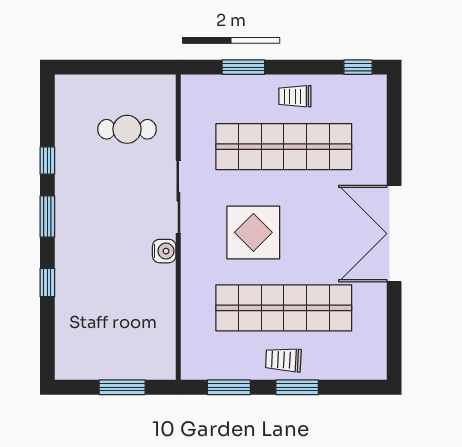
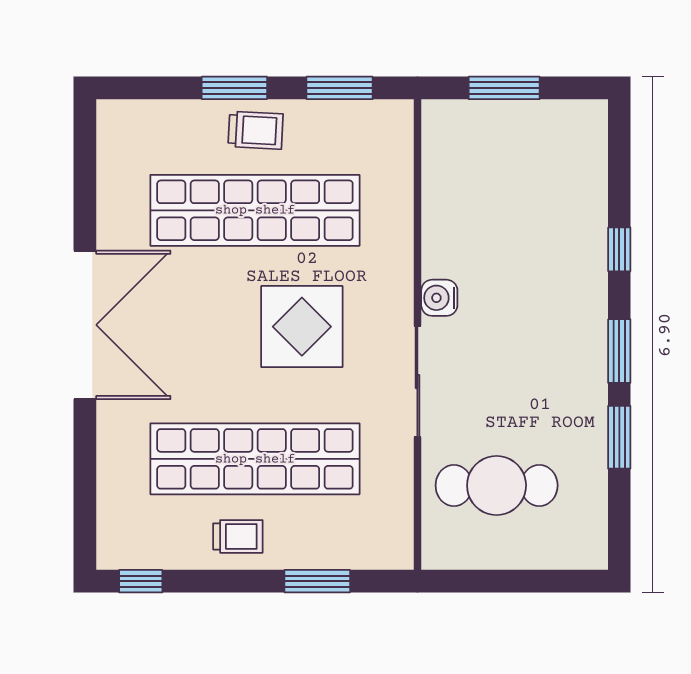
cafe table: (127, 129) -> (497, 485), width x1.37, depth x1.35
window: (47, 161) -> (619, 437), width x1.50

